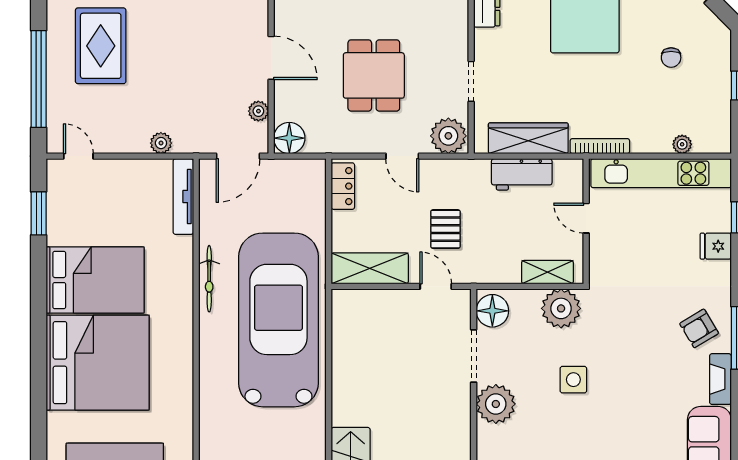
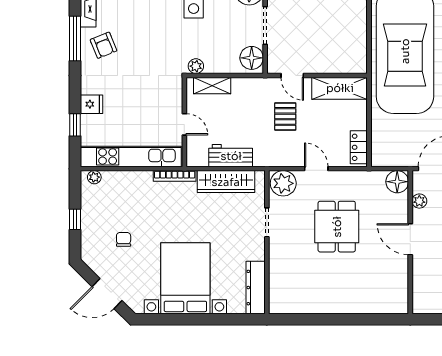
plant: (682, 144) -> (94, 177), moved
plant: (561, 308) -> (196, 66), width x0.53, depth x0.53
armchair: (699, 328) -> (103, 45), turned 99

